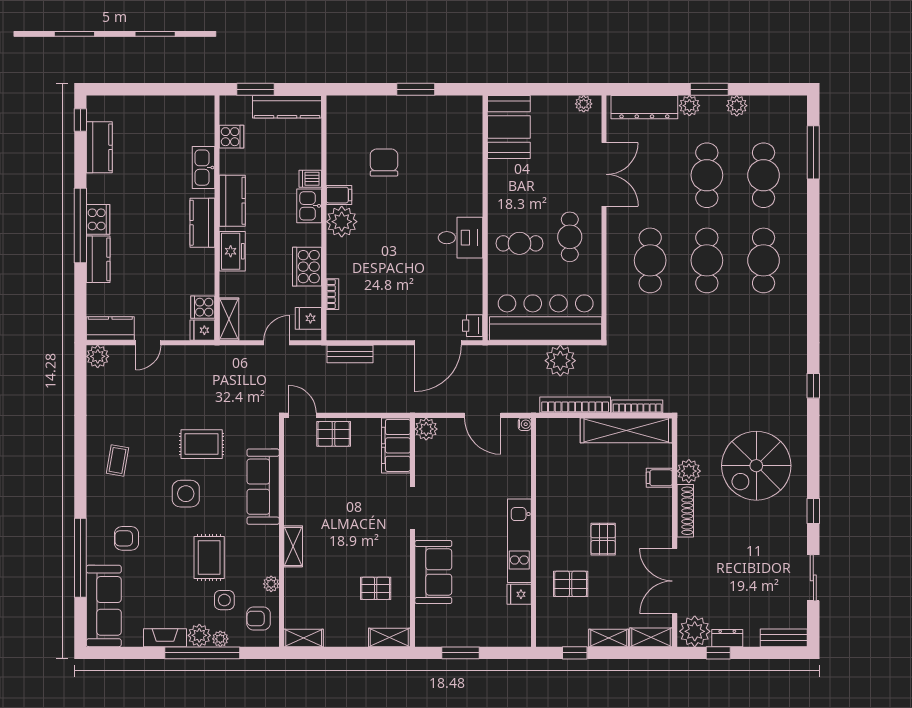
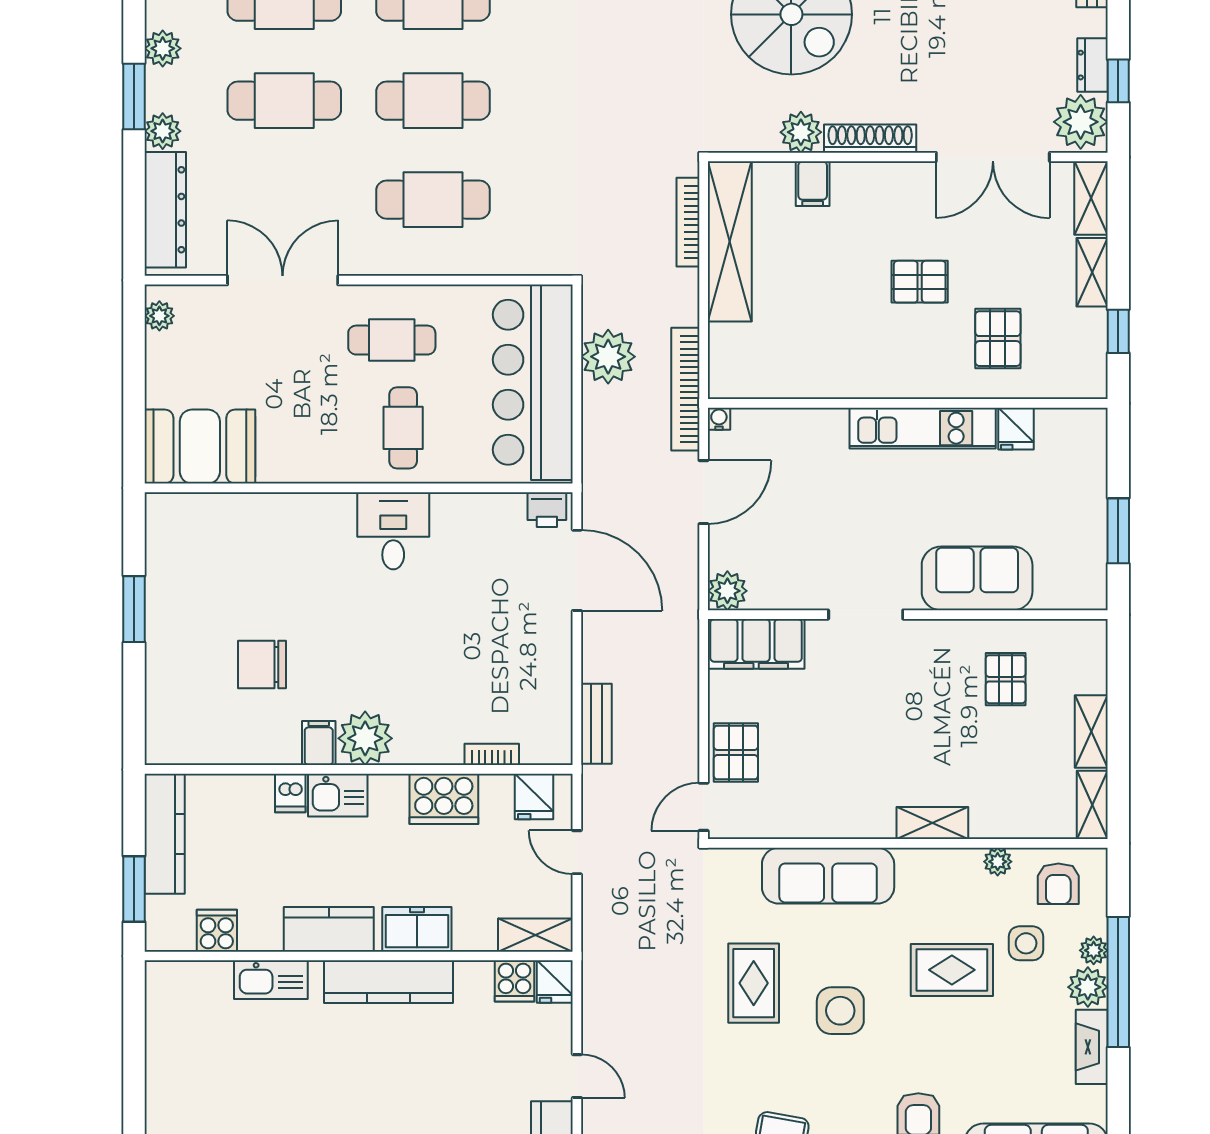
kitchen counter: (202, 223) -> (389, 982), width x1.50
bookcase: (575, 405) -> (685, 389), moved
shelving: (389, 637) -> (1091, 732), moved

